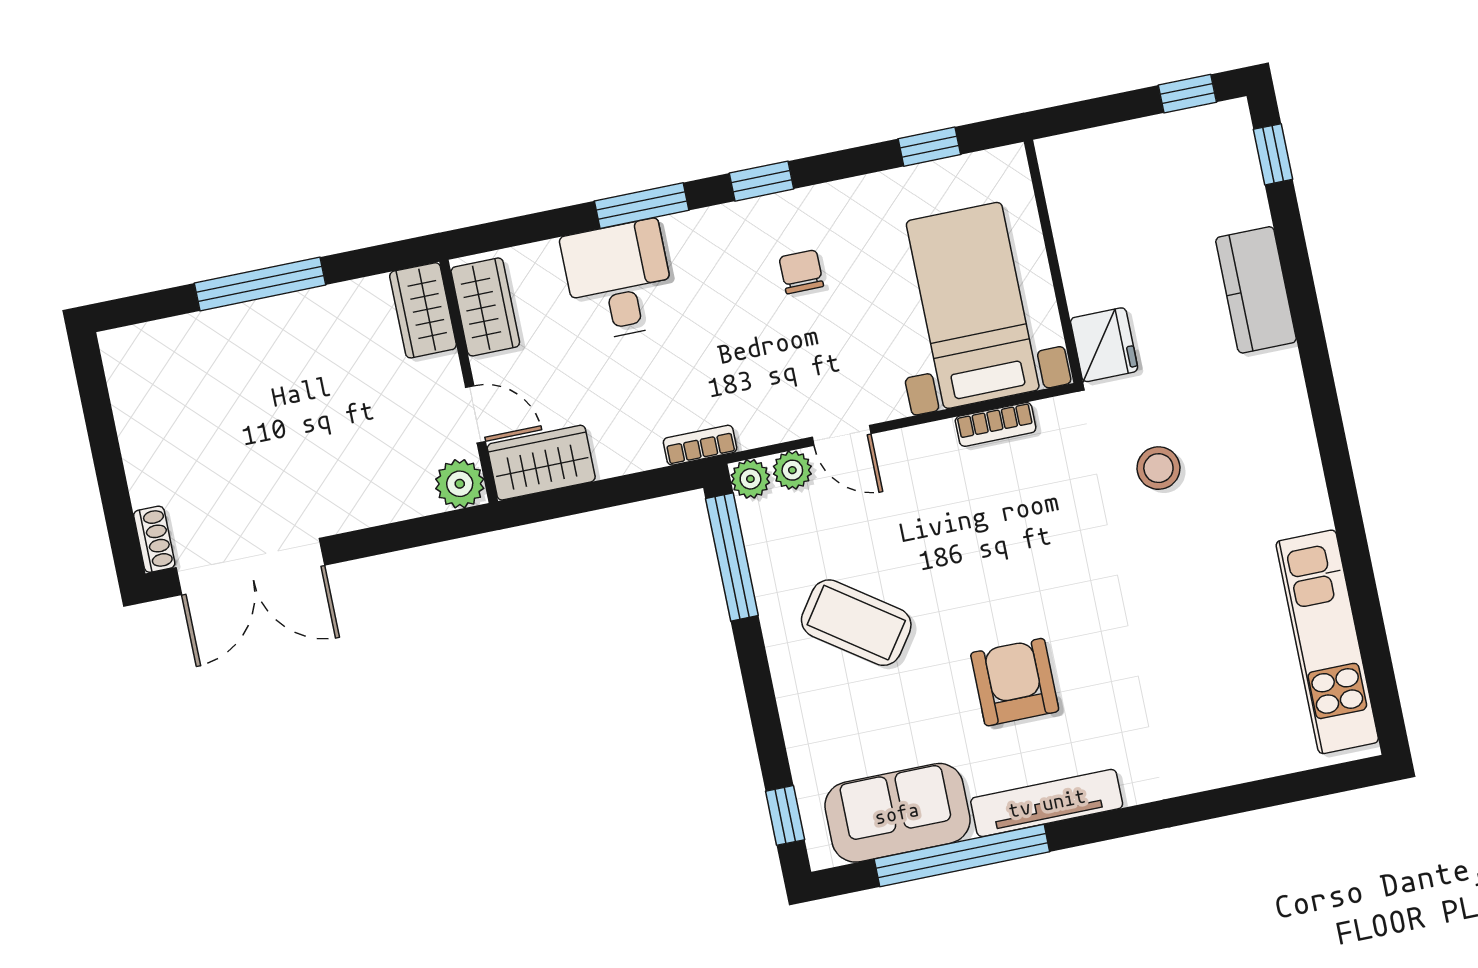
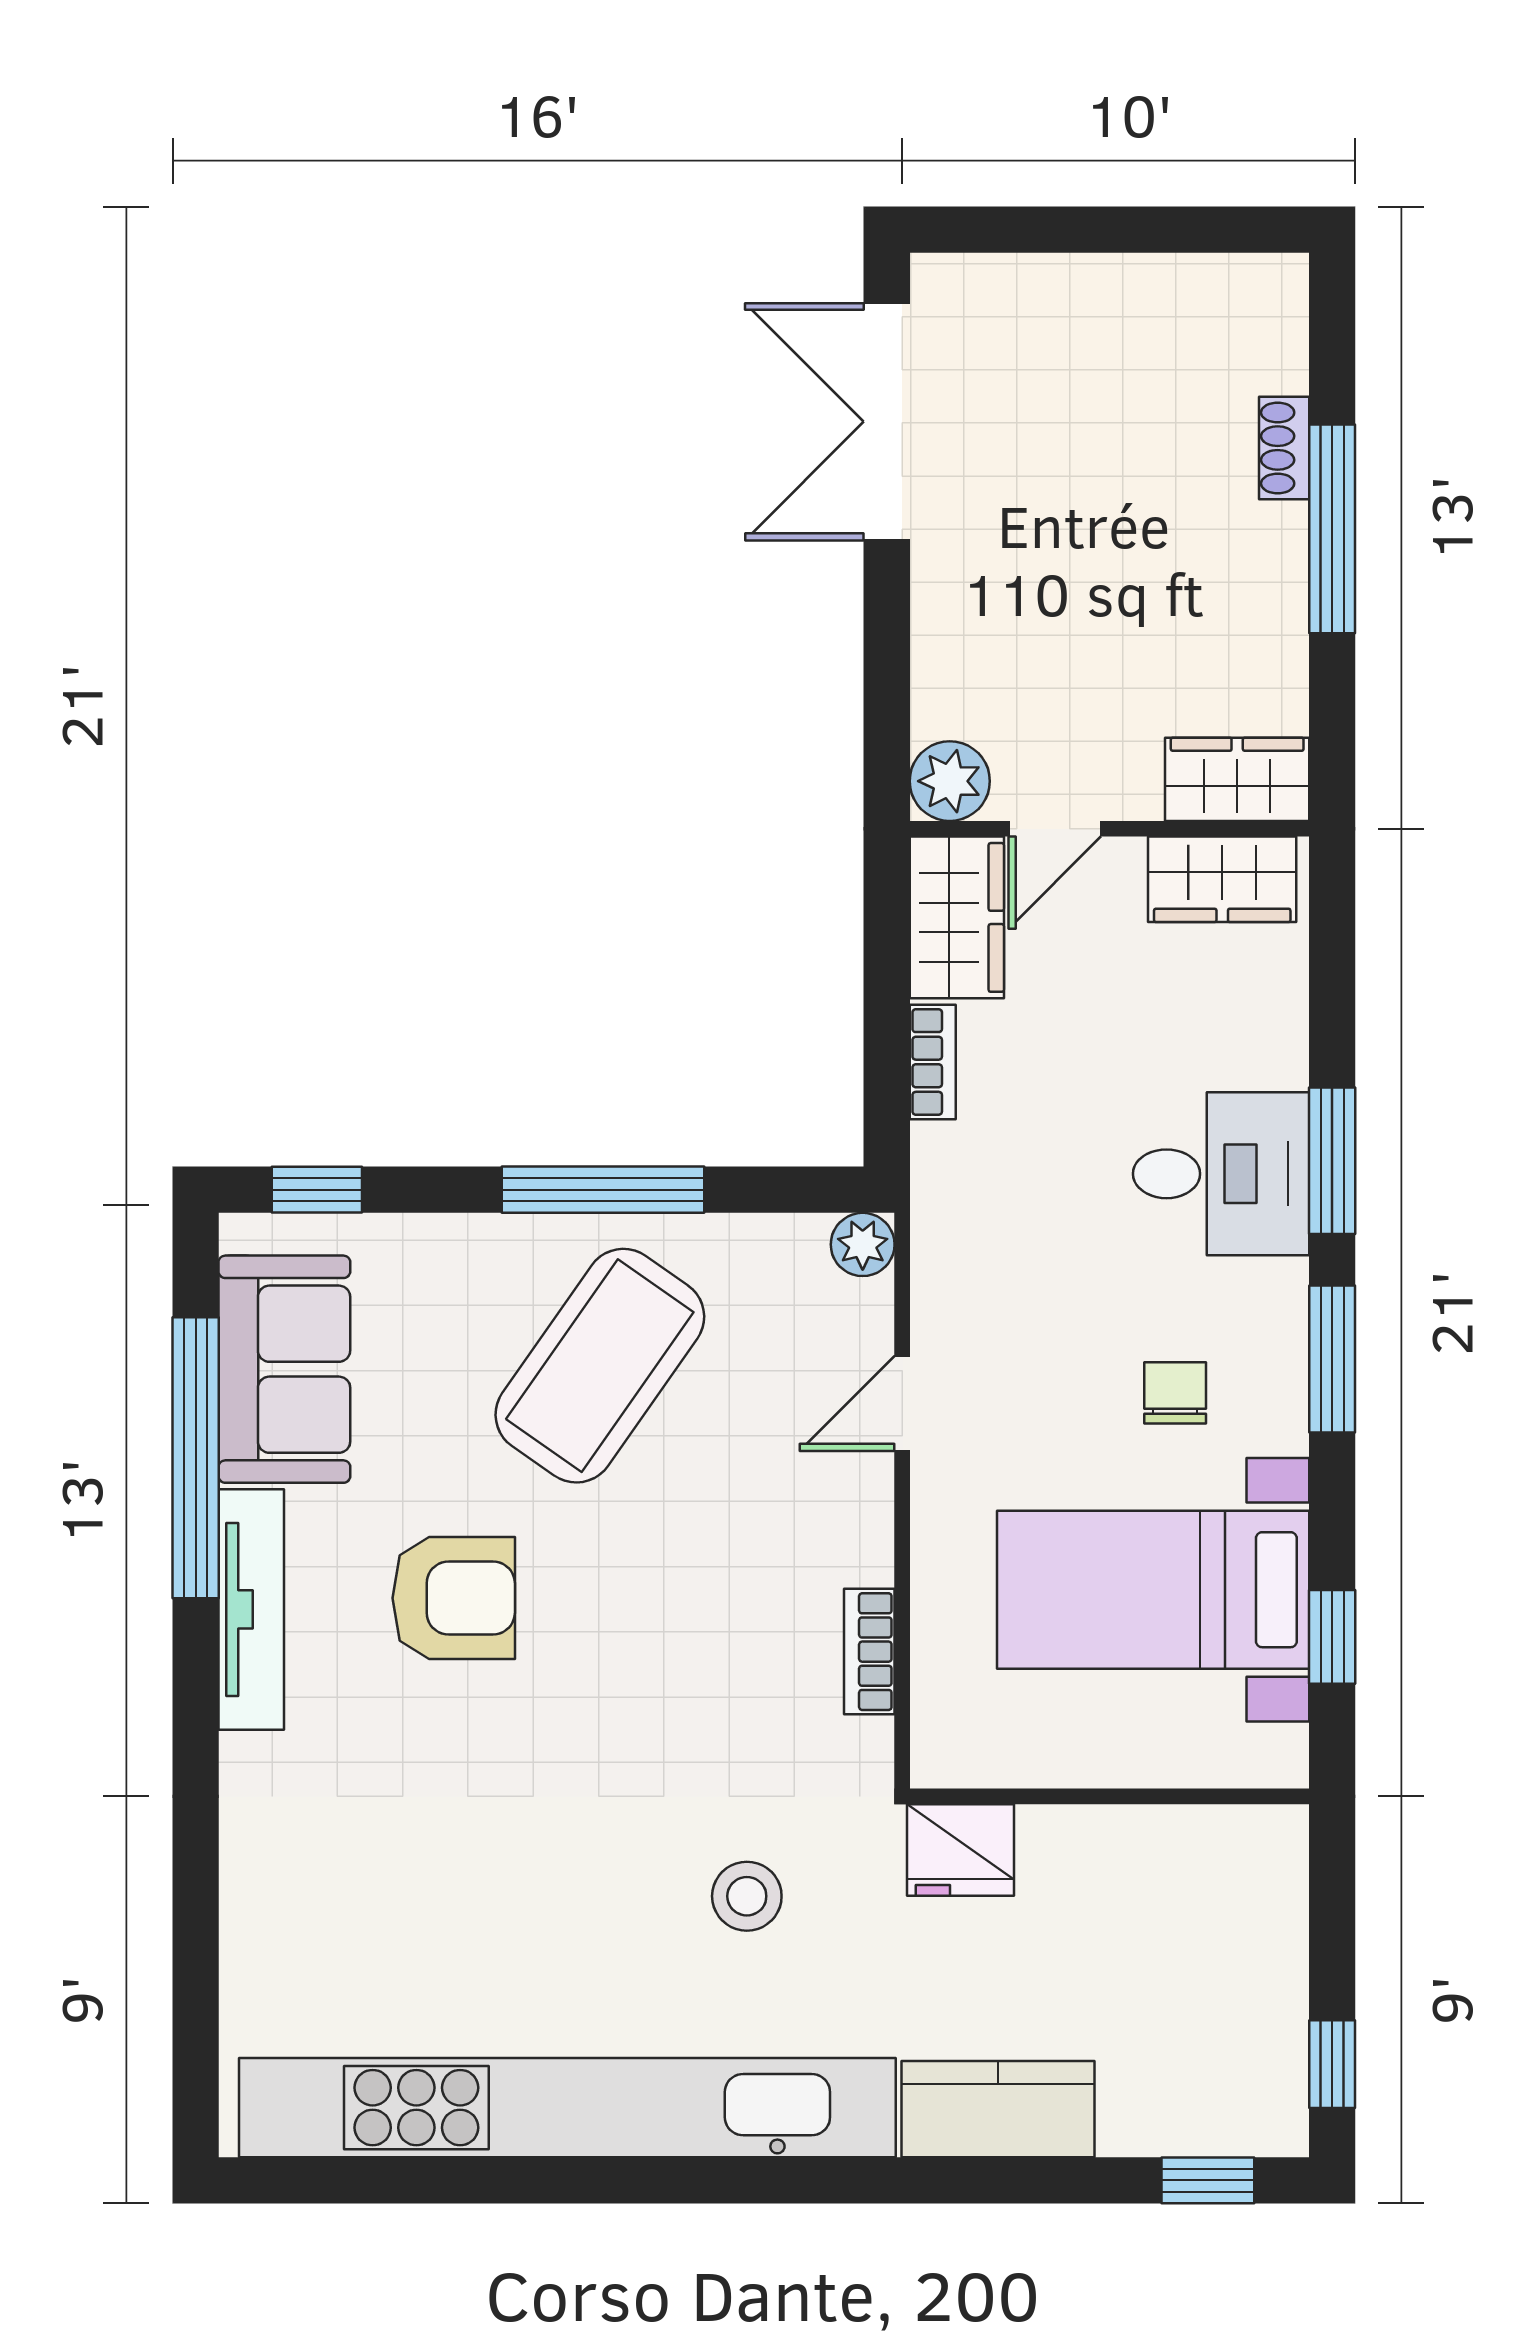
window: (761, 181) -> (1332, 1359), width x1.50
chair: (801, 272) -> (1175, 1393), turned -90
desk: (619, 280) -> (1221, 1174), moved
bed with nightstands: (973, 305) -> (1153, 1590), moved, turned 180
bookcase: (700, 445) -> (933, 1062), moved
plant: (792, 470) -> (863, 1314), removed
shoe rack: (154, 539) -> (1284, 448), moved, turned 90
window: (732, 557) -> (603, 1190), moved
coffee table: (856, 623) -> (600, 1366), width x1.36, depth x1.32
kitchen unit: (1327, 642) -> (567, 2108), width x1.86

